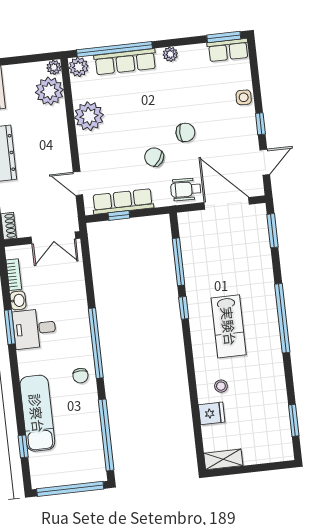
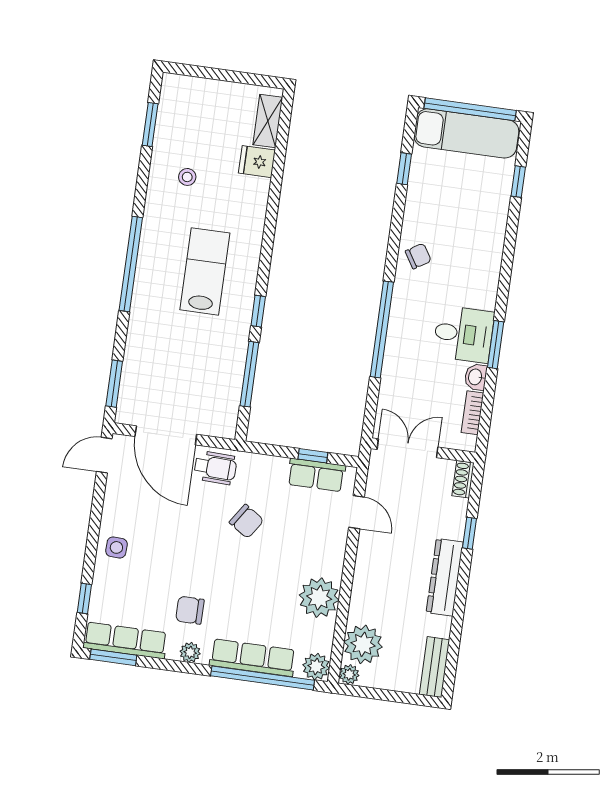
row of seats: (228, 50) -> (125, 640), width x1.48
side table: (244, 97) -> (116, 547), moved
window: (260, 124) -> (84, 599), moved
chair: (185, 132) -> (190, 610), moved
door: (265, 162) -> (104, 455), moved
row of seats: (123, 201) -> (316, 475), width x0.68
window: (96, 343) -> (382, 329), moved
chair: (80, 376) -> (418, 256), turned 58
stool: (221, 386) -> (187, 177), moved
exam couch: (37, 413) -> (466, 133), moved, turned -90
window: (106, 435) -> (404, 169), width x0.32
shelving: (223, 459) -> (268, 121), moved, turned 90

